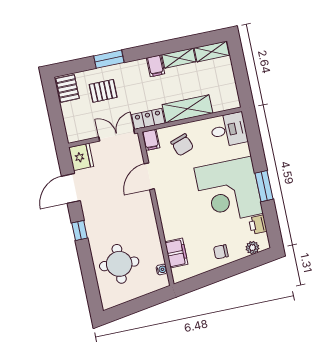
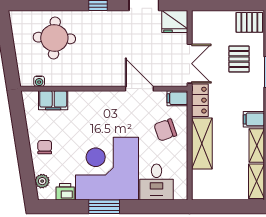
desk: (229, 130) -> (157, 182), moved

